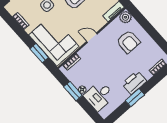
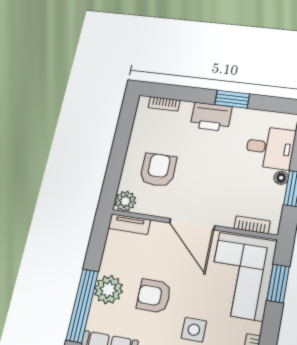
door: (92, 38) -> (192, 224), width x1.87

